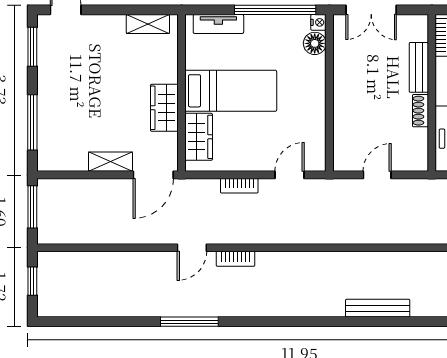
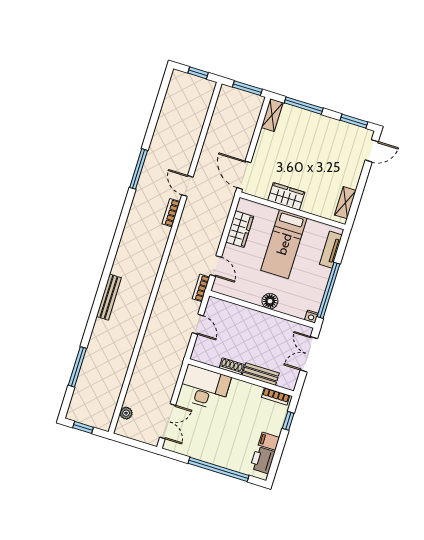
floor lamp: (315, 43) -> (270, 301), moved
wardrobe: (199, 137) -> (240, 229), moved, turned -90
shelving: (111, 162) -> (272, 115), moved
bookcase: (239, 186) -> (201, 288), moved

